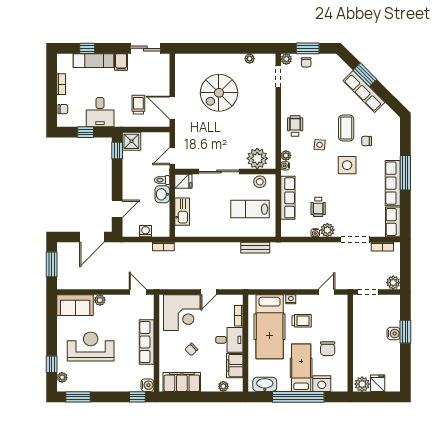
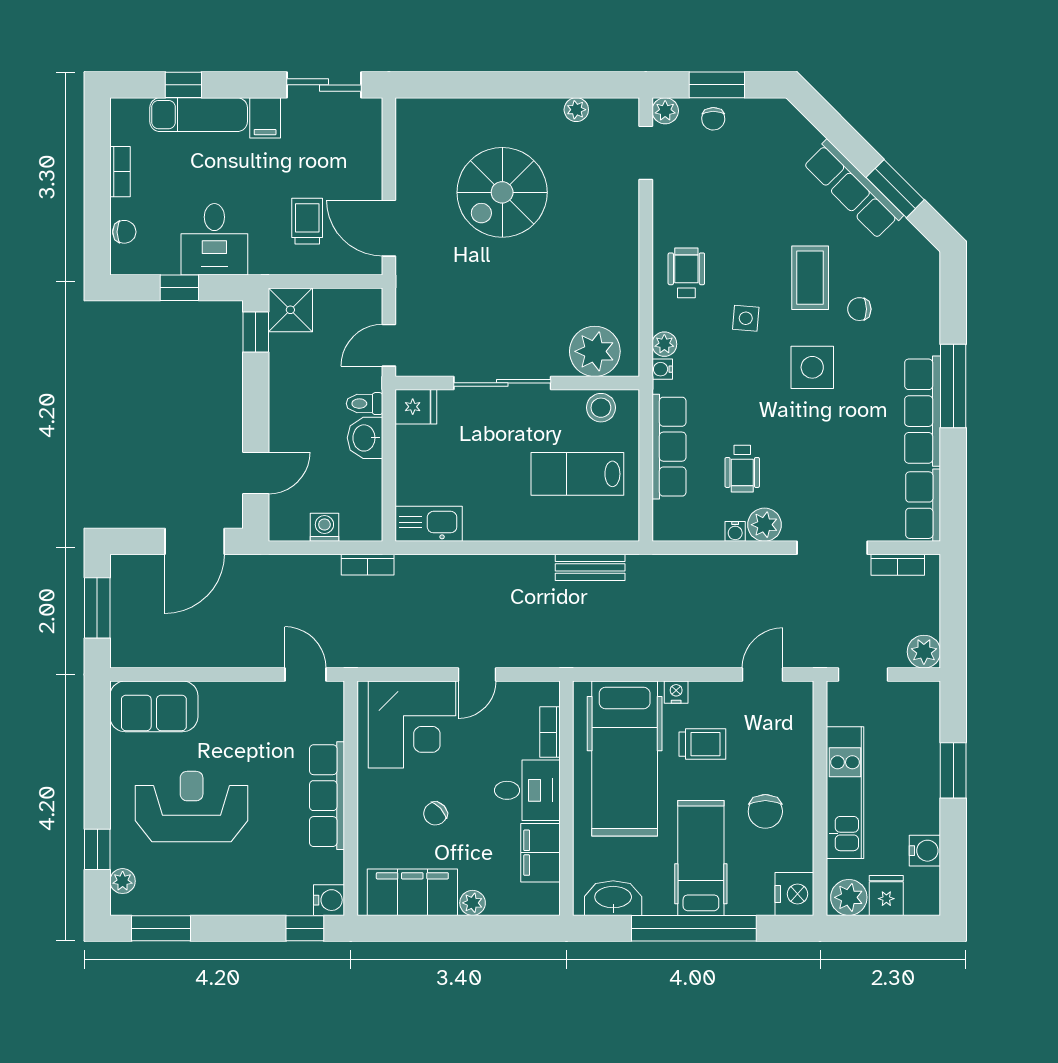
window: (365, 75) -> (895, 189), moved
kitchen sink: (182, 212) -> (429, 524), moved, turned -90
plant: (100, 300) -> (214, 694), removed
water cooler: (394, 333) -> (925, 851), moved
kitchen unit: (361, 341) -> (845, 793), added
nightstand: (322, 384) -> (794, 894), moved, turned -90
plant: (223, 386) -> (473, 903), moved

